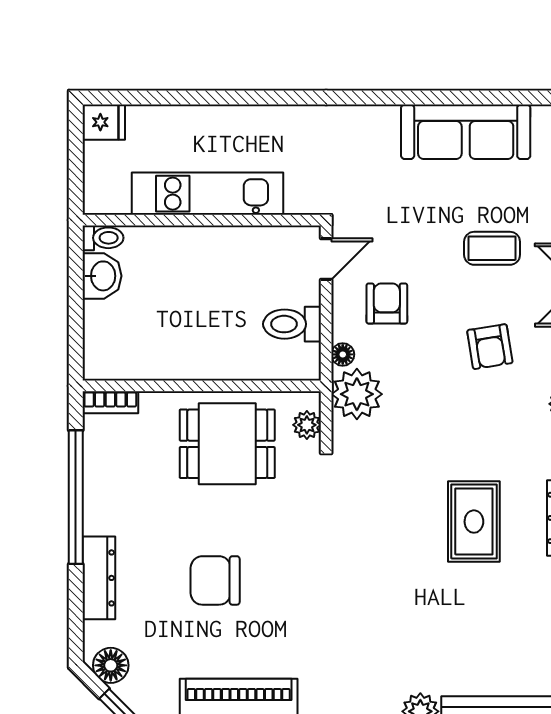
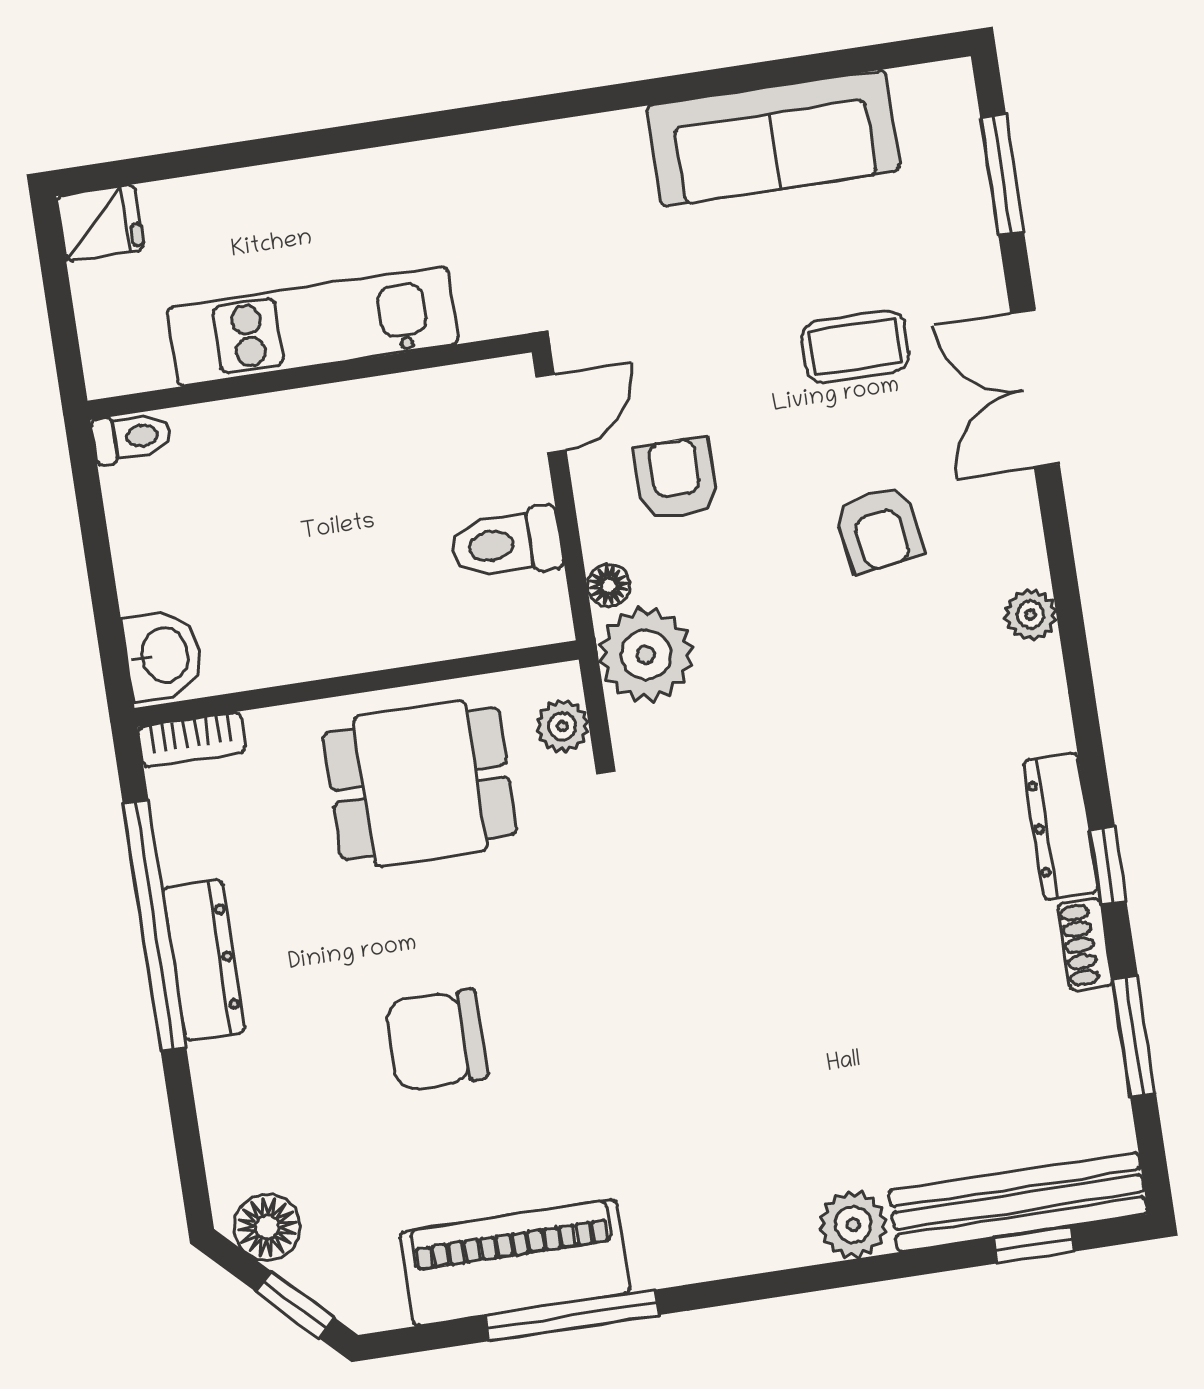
washbasin: (102, 276) -> (163, 655), moved
rug: (474, 522) -> (899, 858), removed
dresser: (99, 578) -> (204, 960), moved

